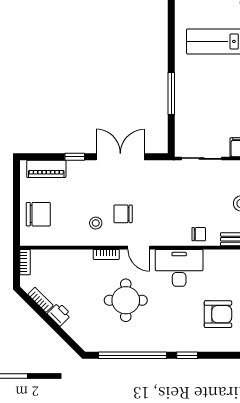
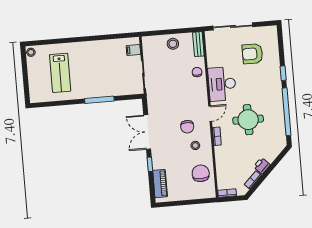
chair: (38, 214) -> (201, 173), moved
armchair: (218, 314) -> (252, 54), turned -90

